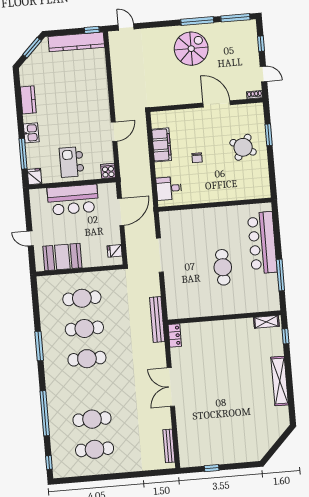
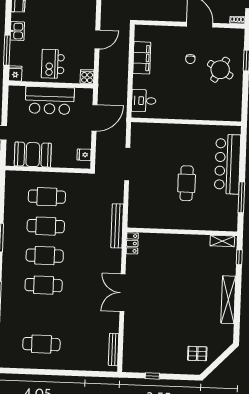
chair: (197, 158) -> (190, 59), moved
cafe table: (92, 419) -> (44, 285), moved
pallet: (255, 440) -> (197, 354), added

